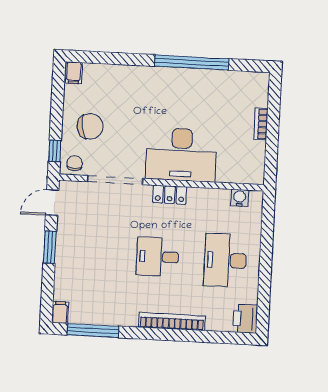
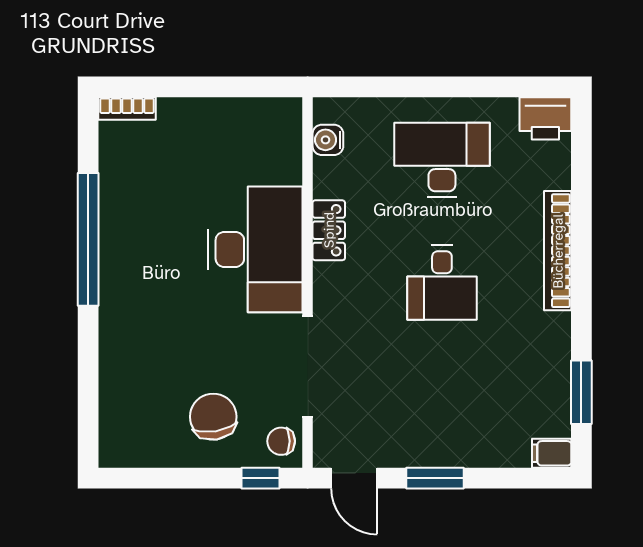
filing cabinet: (74, 73) -> (118, 451), removed
bookcase: (261, 124) -> (127, 109), moved
locker: (170, 195) -> (329, 230), moved
desk: (225, 260) -> (442, 160), turned 180
window: (93, 331) -> (581, 392), width x0.69

